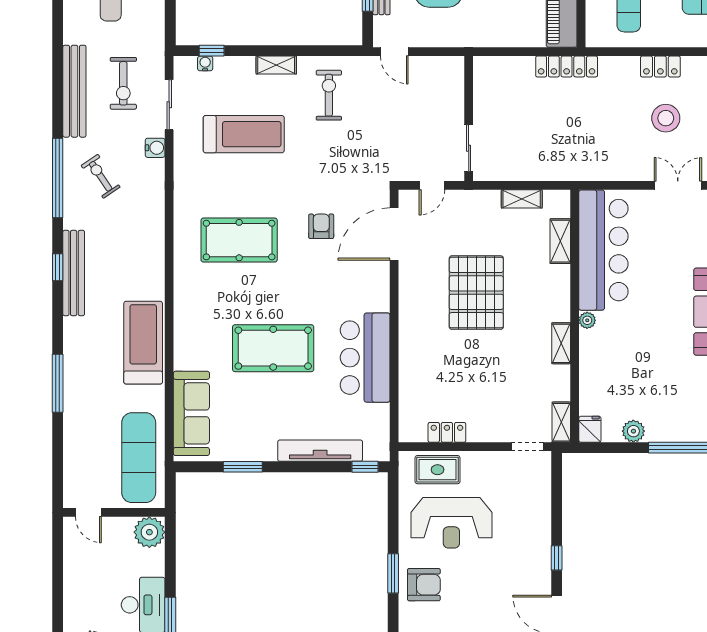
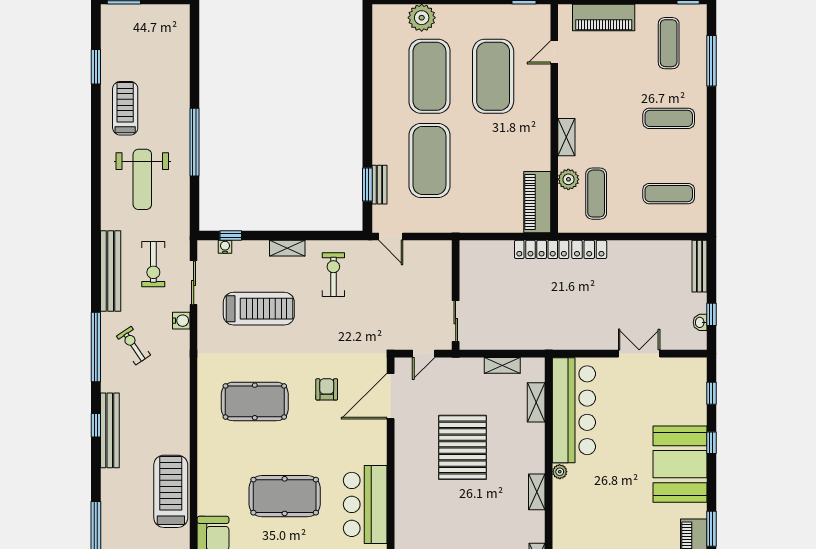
locker: (660, 66) -> (589, 249), moved
stool: (666, 118) -> (628, 295), removed

